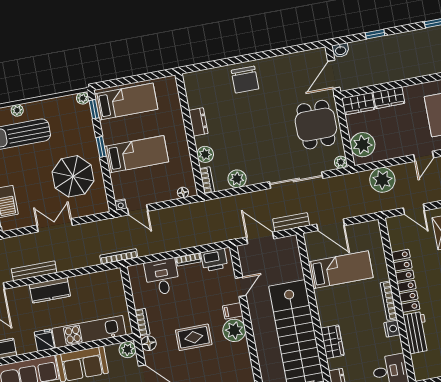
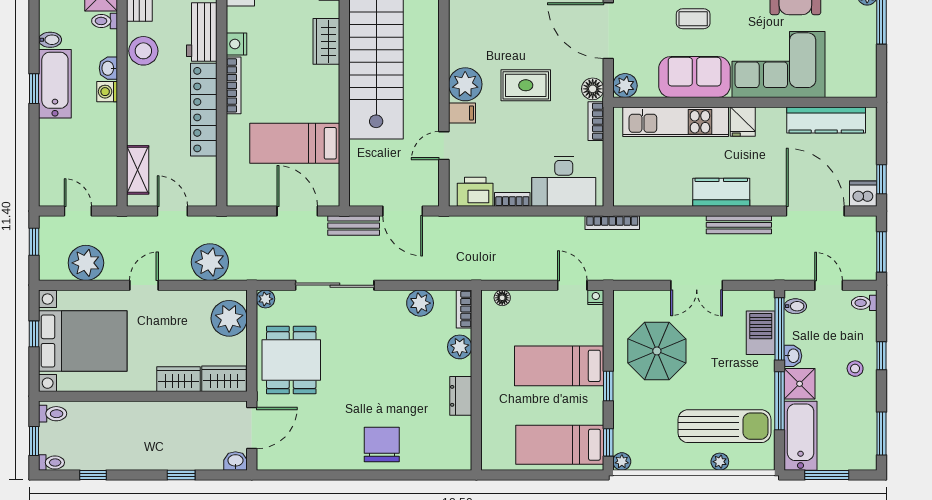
desk: (162, 277) -> (564, 181), width x1.37

